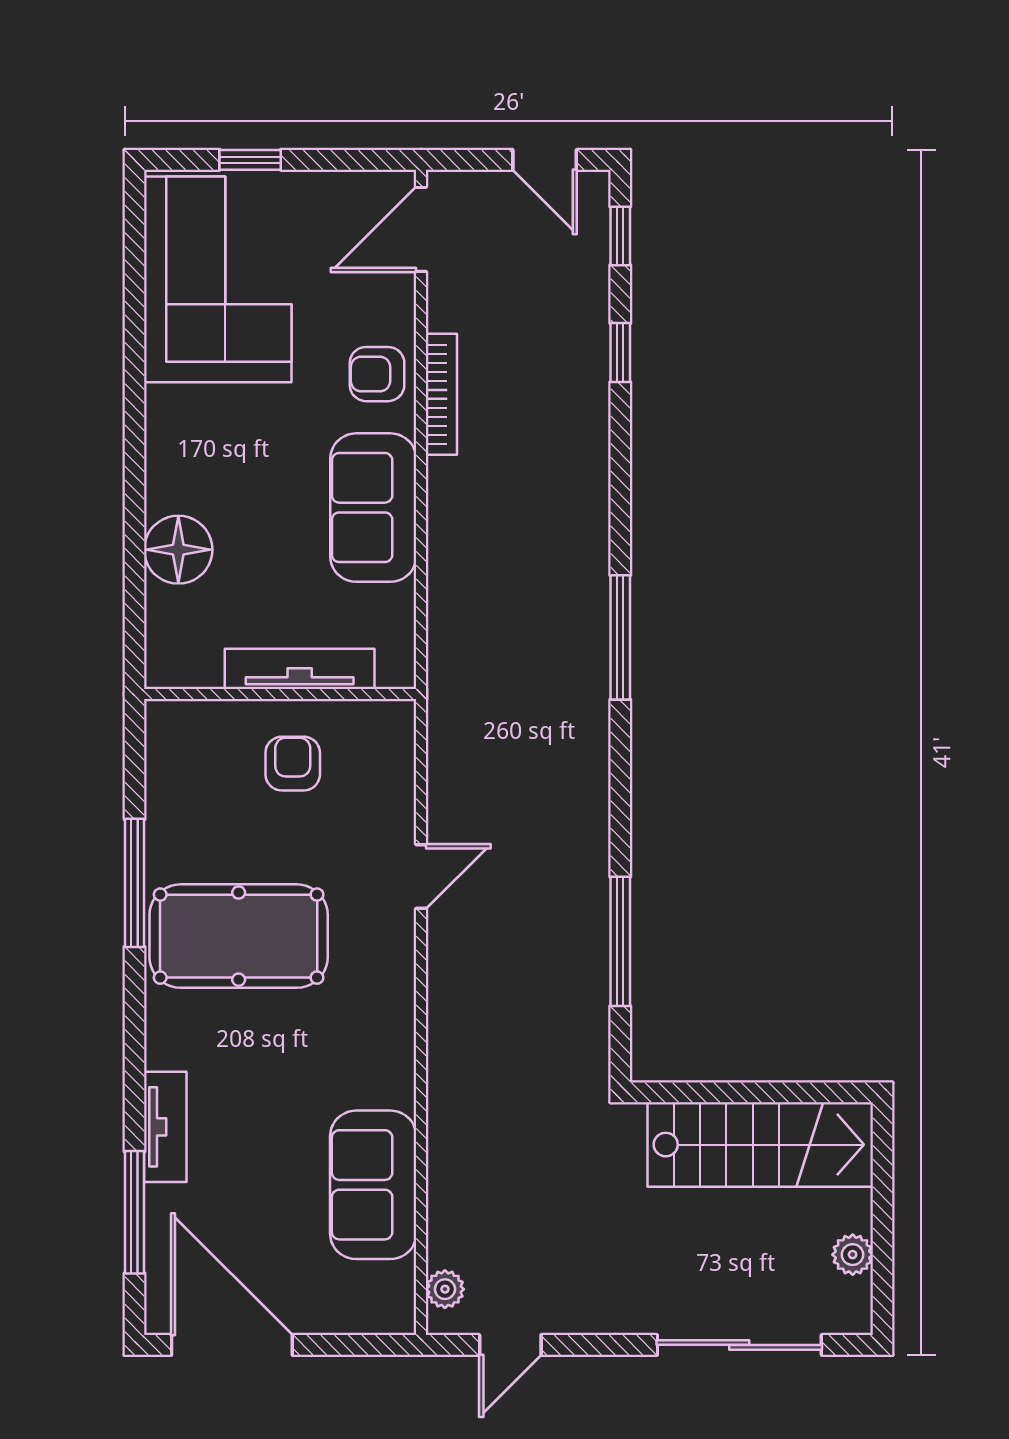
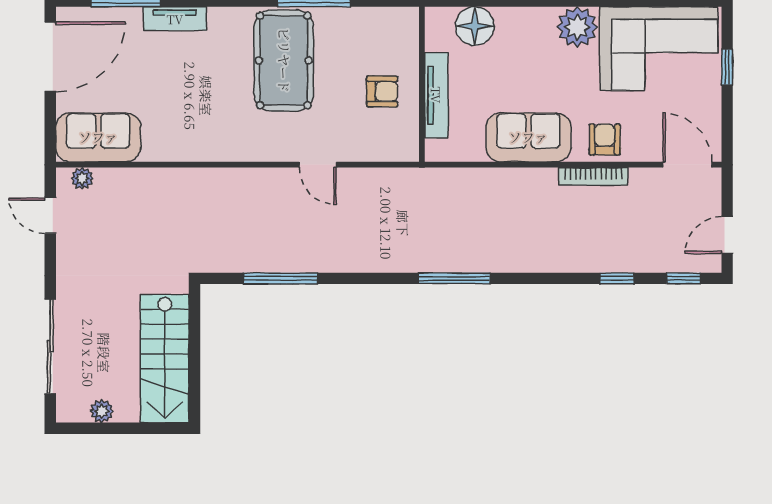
plant: (180, 422) -> (577, 27), added
floor lamp: (178, 550) -> (475, 26), moved
sofa: (373, 1185) -> (98, 137), moved

